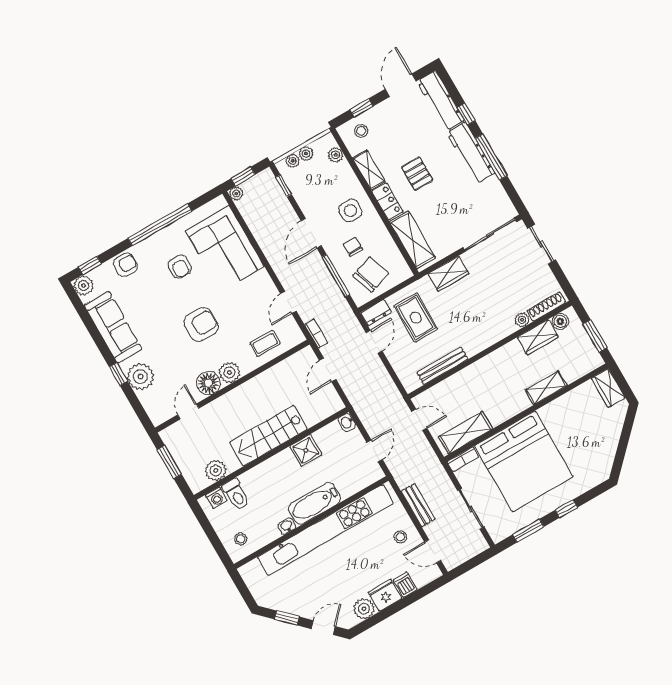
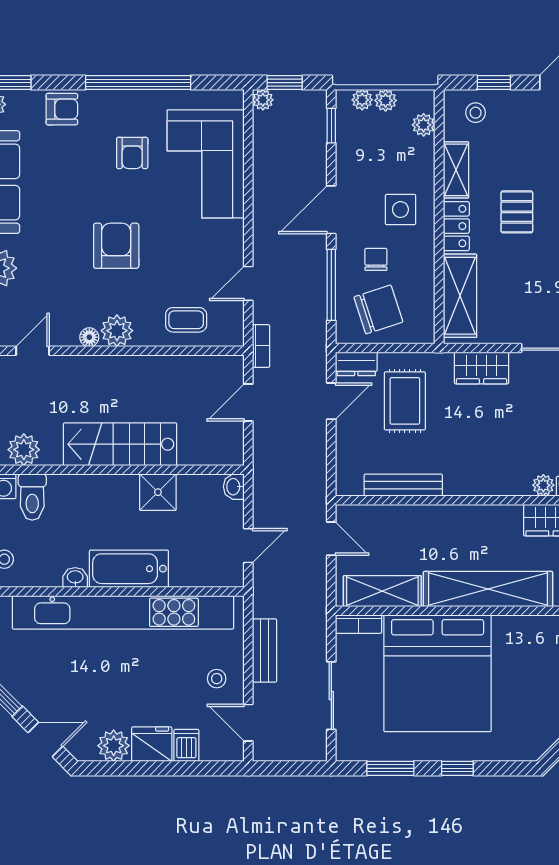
armchair: (201, 324) -> (116, 246), turned -90
floor lamp: (208, 383) -> (89, 337), width x0.53, depth x0.53
shelving: (546, 388) -> (488, 589), width x2.20, depth x1.33

